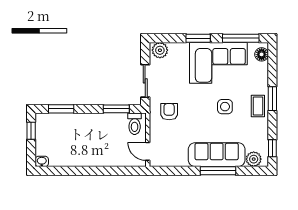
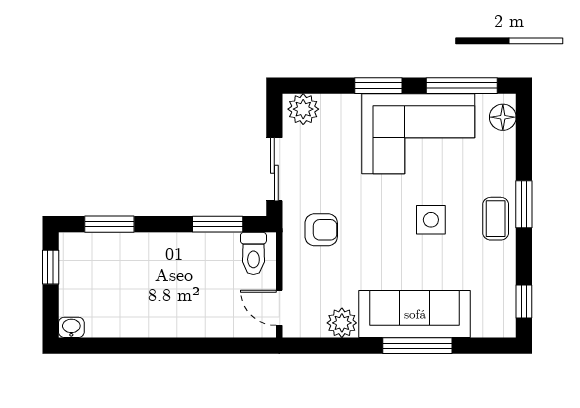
armchair: (169, 112) -> (321, 230), turned 90
plant: (254, 159) -> (342, 323), moved

